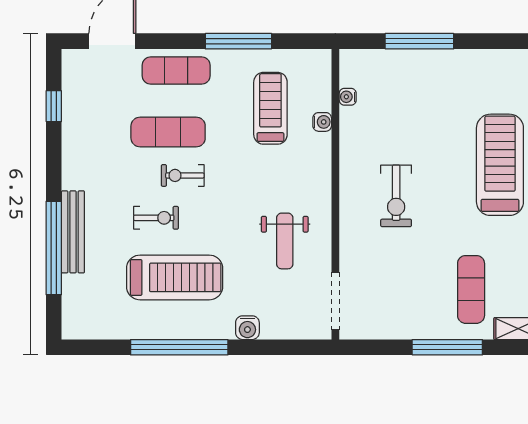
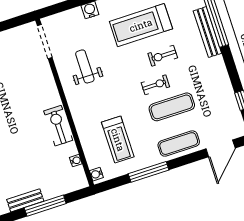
bench: (448, 60) -> (25, 200), added
water cooler: (322, 122) -> (96, 174), moved
exercise bike: (396, 196) -> (58, 126), moved

